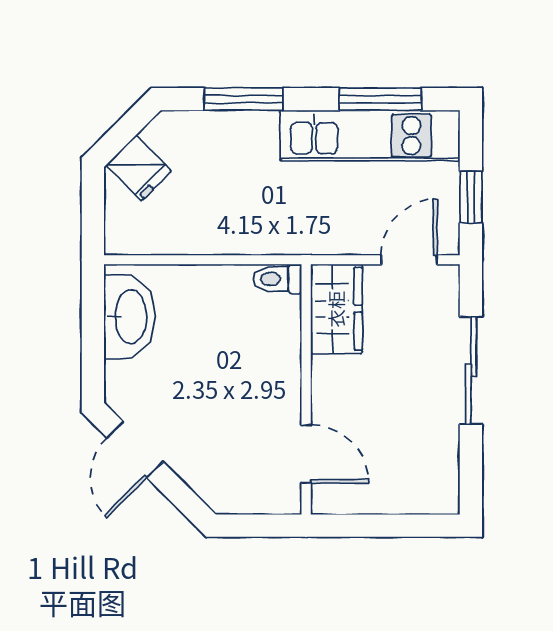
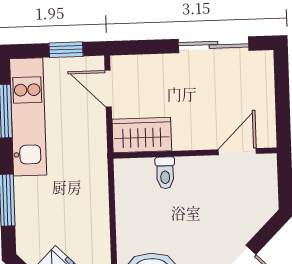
toilet: (277, 279) -> (165, 173), moved
sliding door: (471, 371) -> (213, 45), moved

